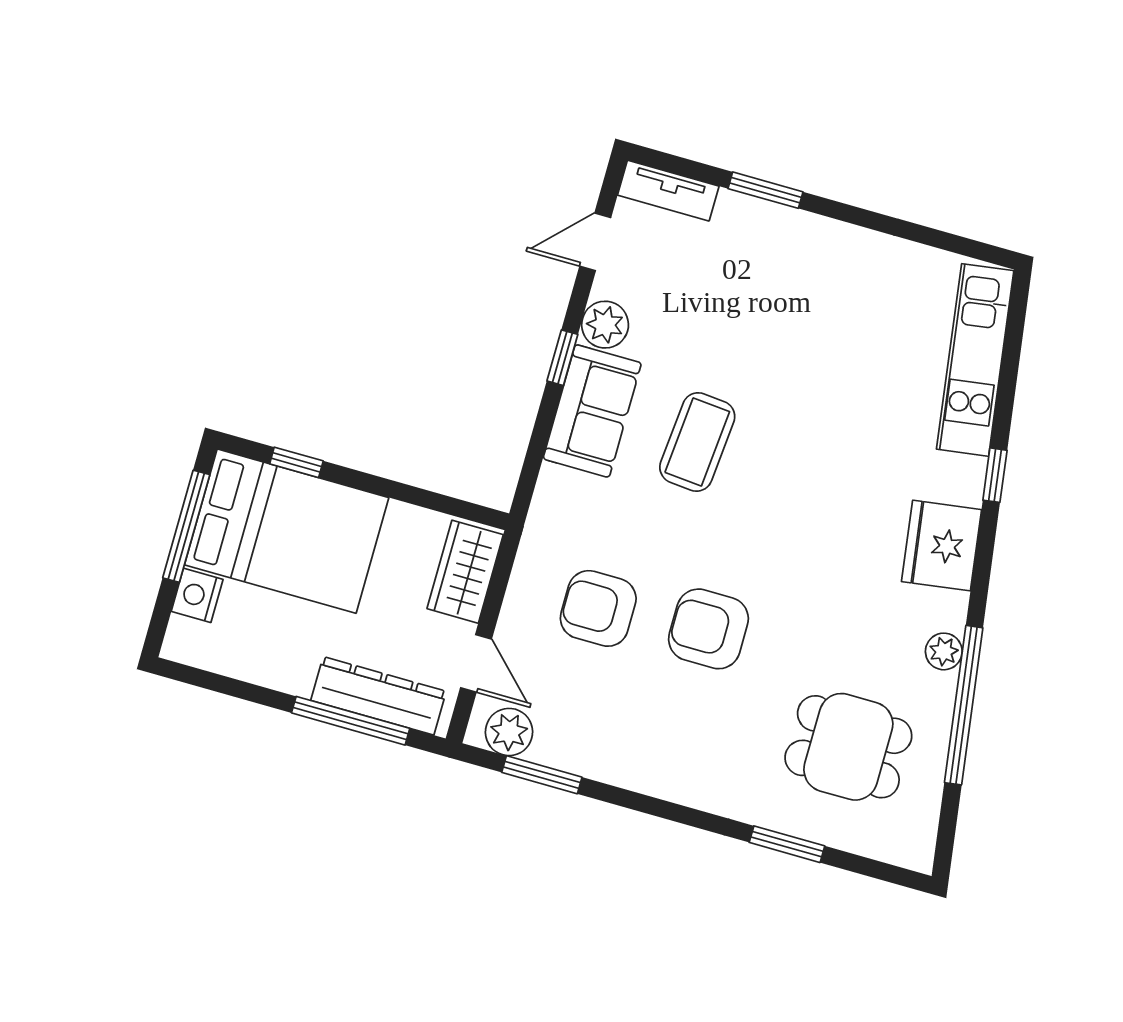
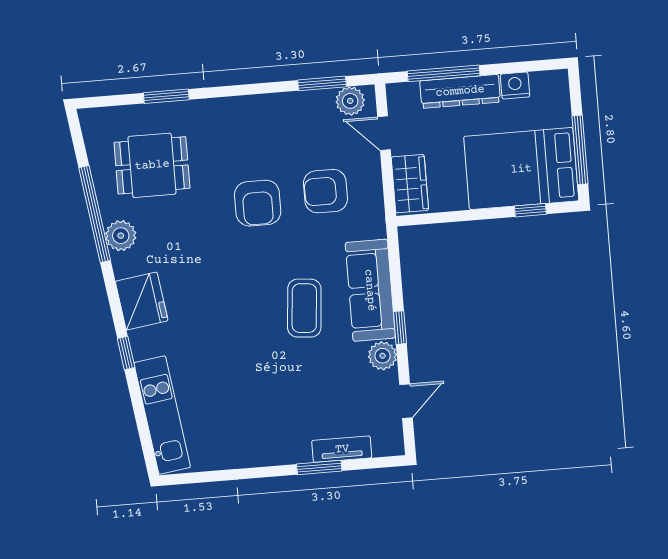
tv unit: (668, 191) -> (342, 449), moved
sofa: (592, 411) -> (370, 290), width x1.36
nightstand: (197, 595) -> (515, 86), moved, turned -90
armchair: (598, 608) -> (325, 191), turned 180
armchair: (708, 629) -> (258, 203), turned 90
plant: (944, 651) -> (121, 236), width x1.38, depth x1.38
dresser: (378, 696) -> (460, 91), moved

